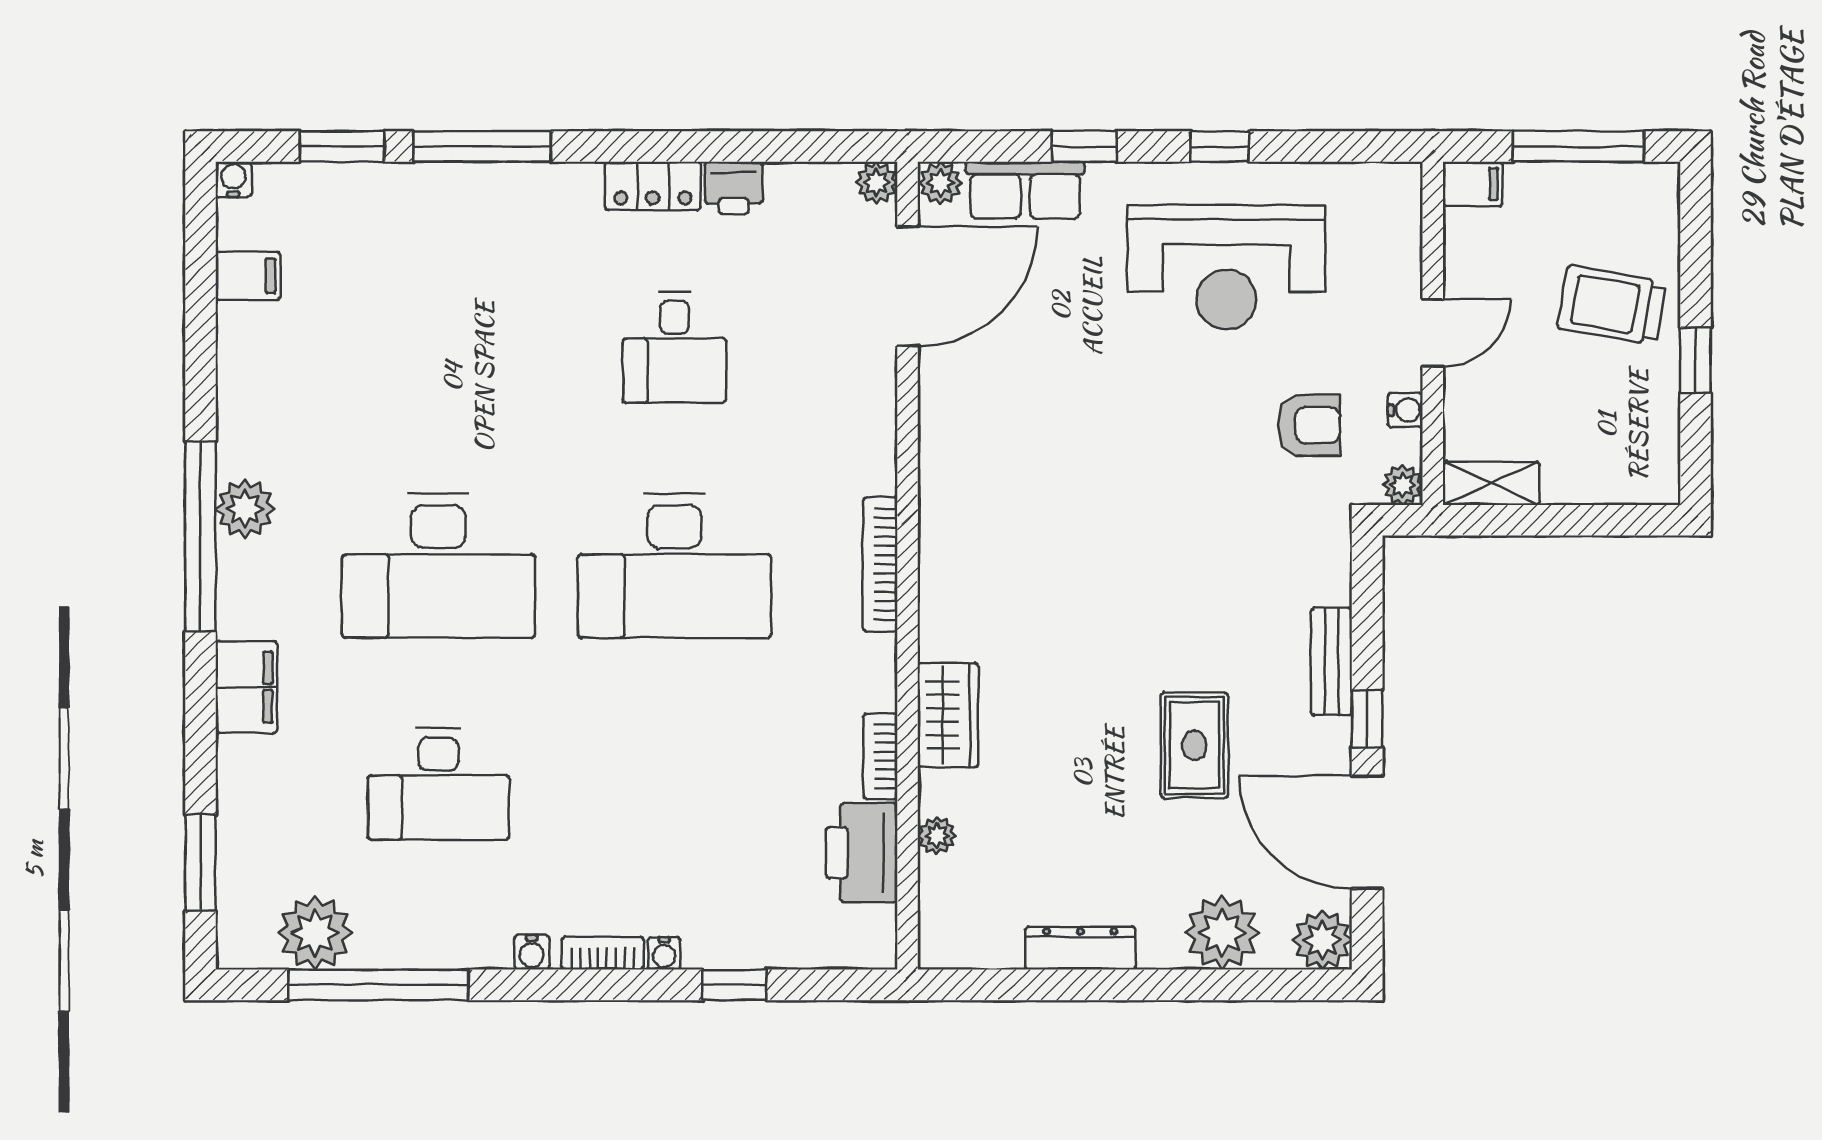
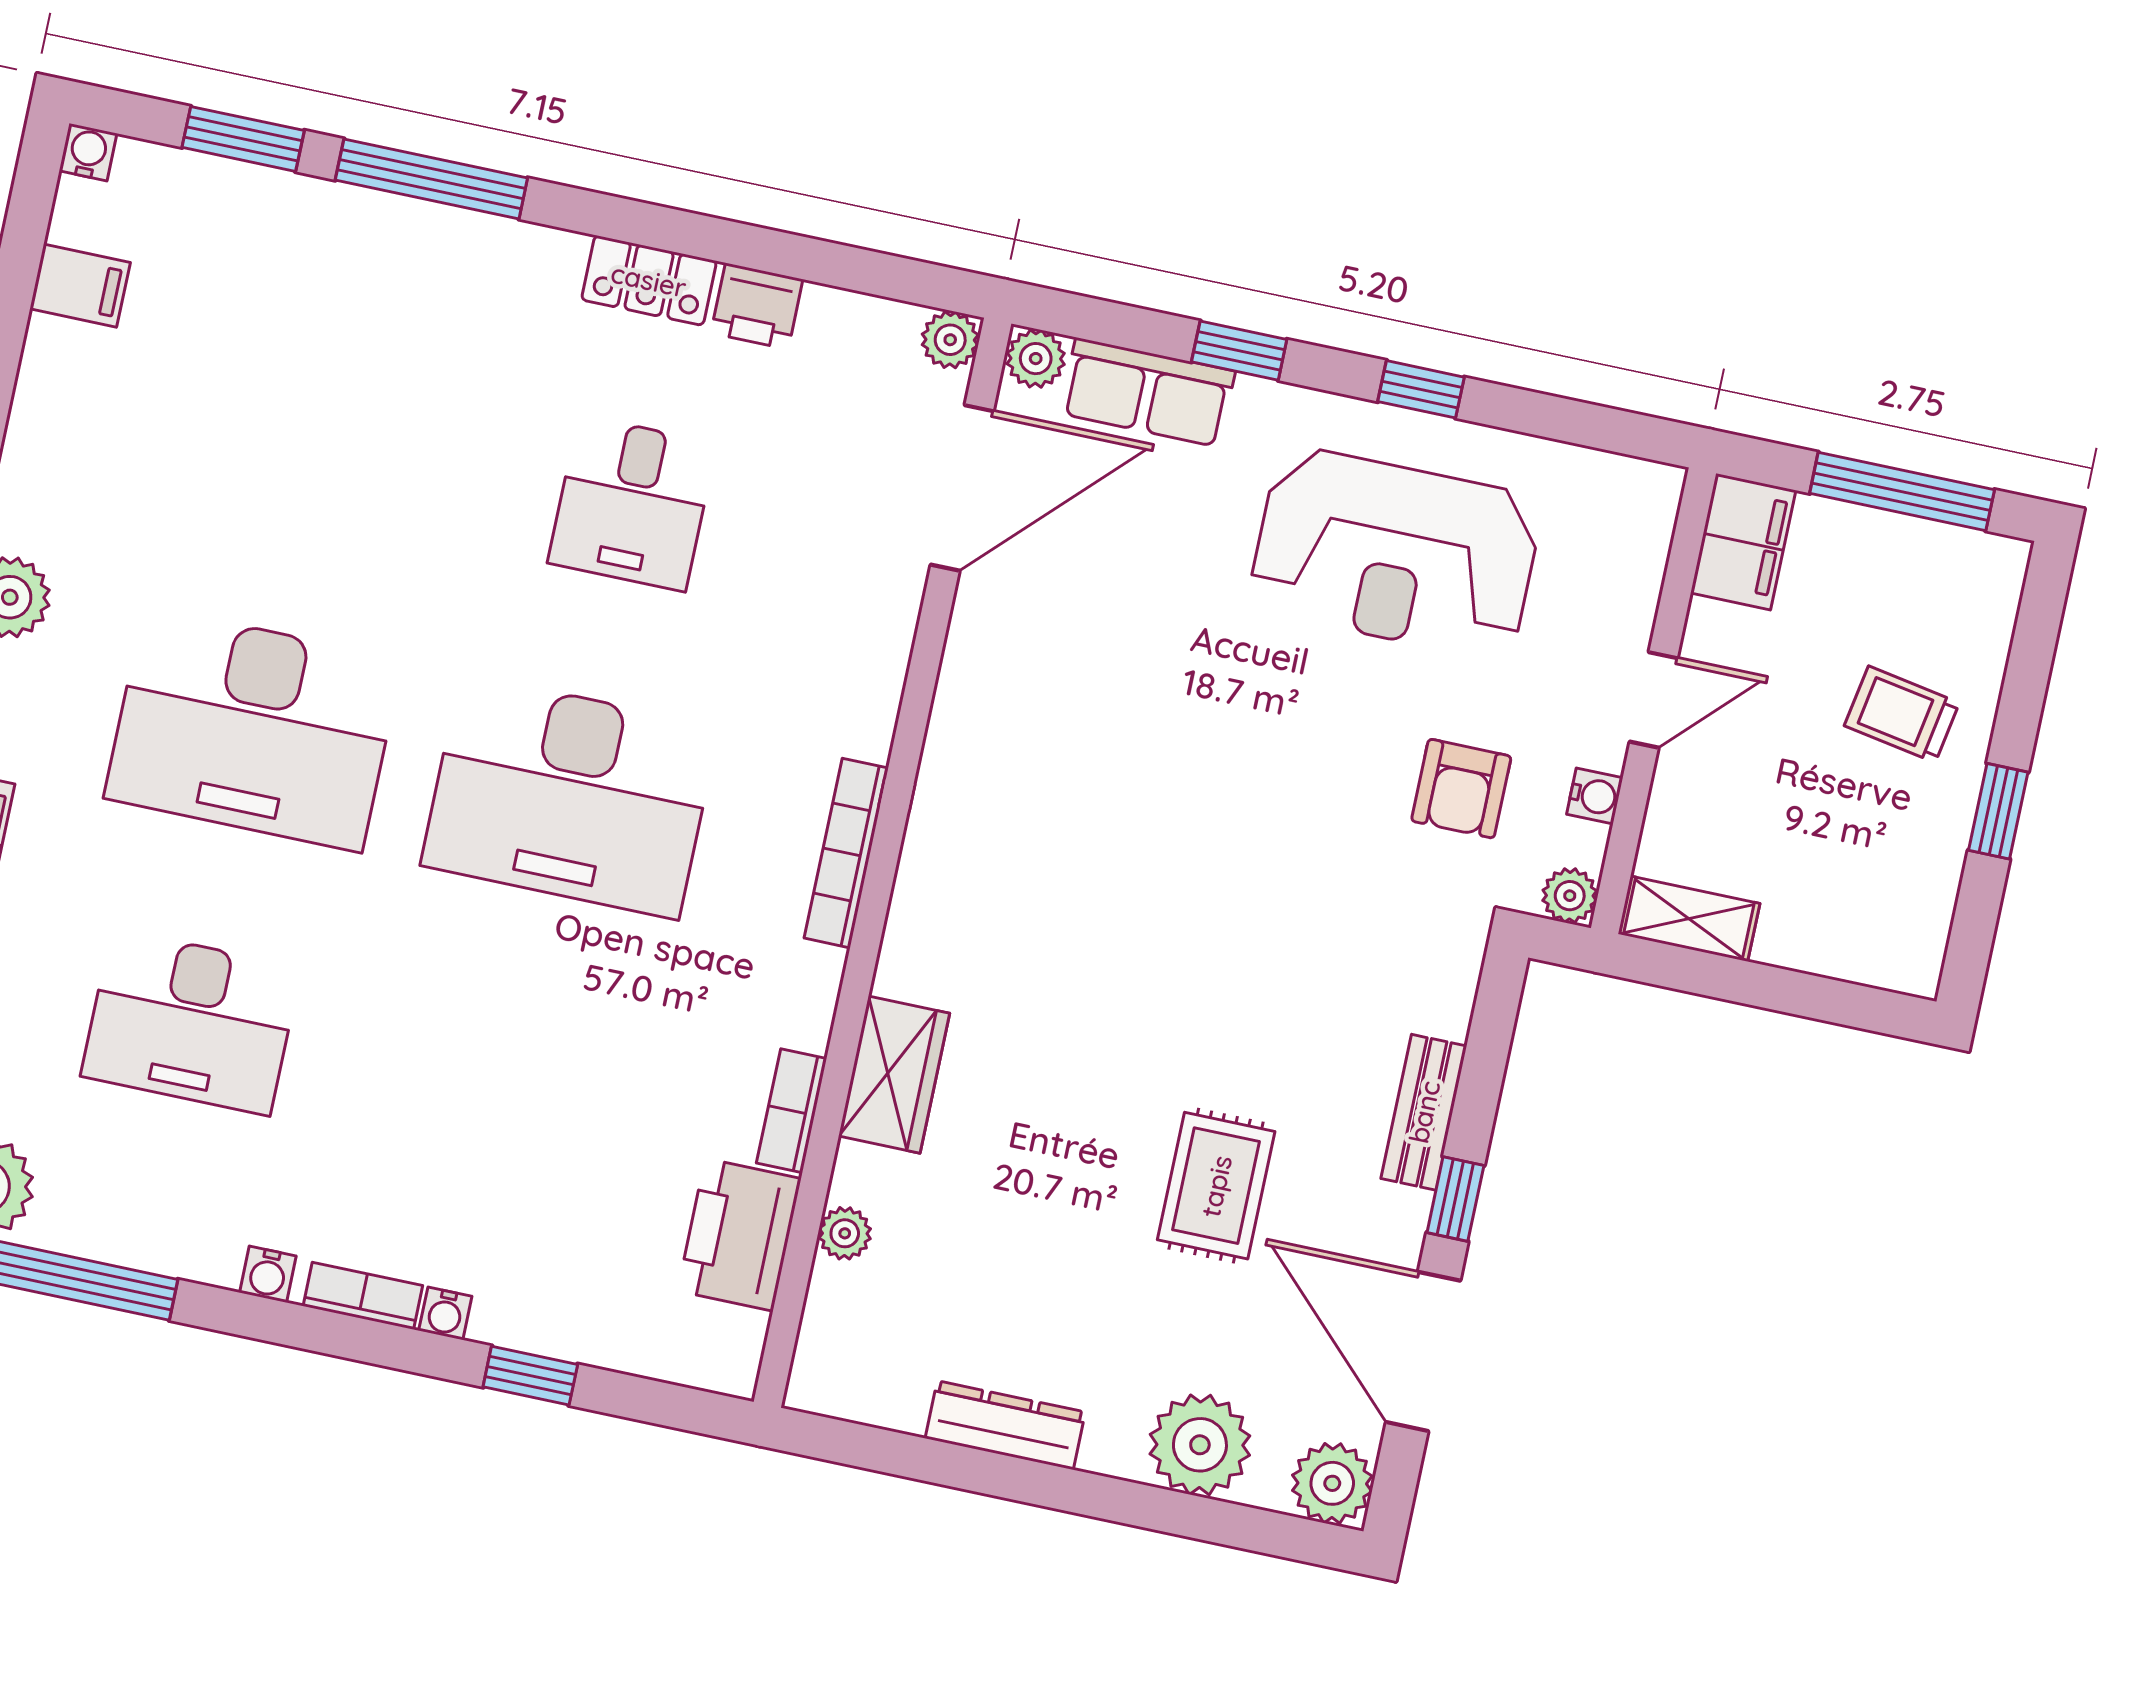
filing cabinet: (1473, 184) -> (1743, 542), width x2.00
trolley: (1612, 305) -> (1902, 714), width x0.73, depth x0.72
armchair: (1309, 425) -> (1461, 789), turned 90

